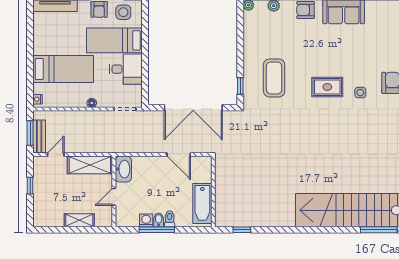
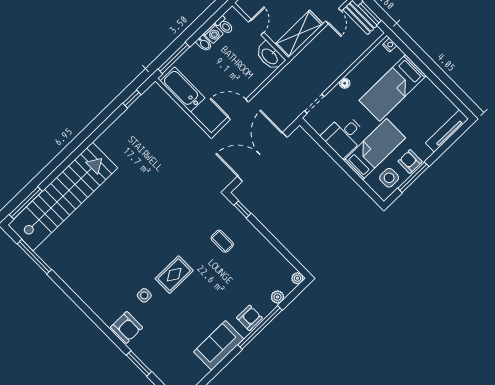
coffee table: (274, 78) -> (222, 241), width x0.54, depth x0.58
toilet: (170, 219) -> (224, 25), moved
window: (157, 230) -> (174, 58), moved

